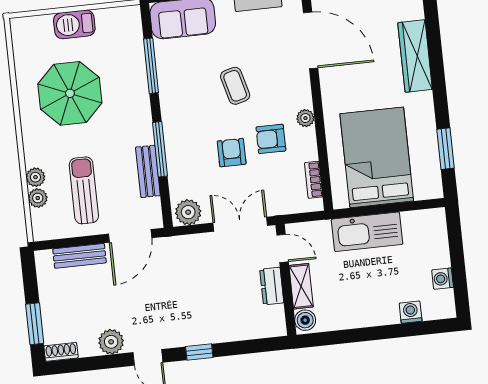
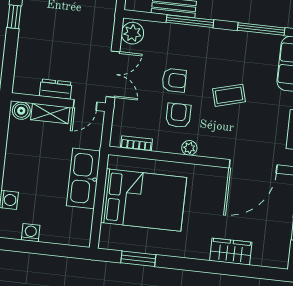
wardrobe: (415, 56) -> (231, 252), width x0.67

